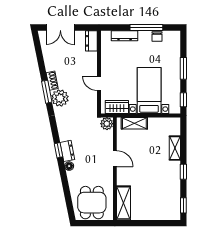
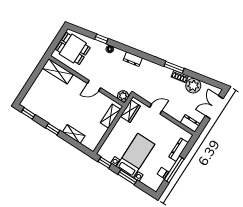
bed with nightstands: (149, 91) -> (135, 155), moved, turned -90
plant: (60, 98) -> (193, 86), moved
window: (58, 150) -> (101, 39), moved
dresser: (67, 151) -> (133, 59), moved

